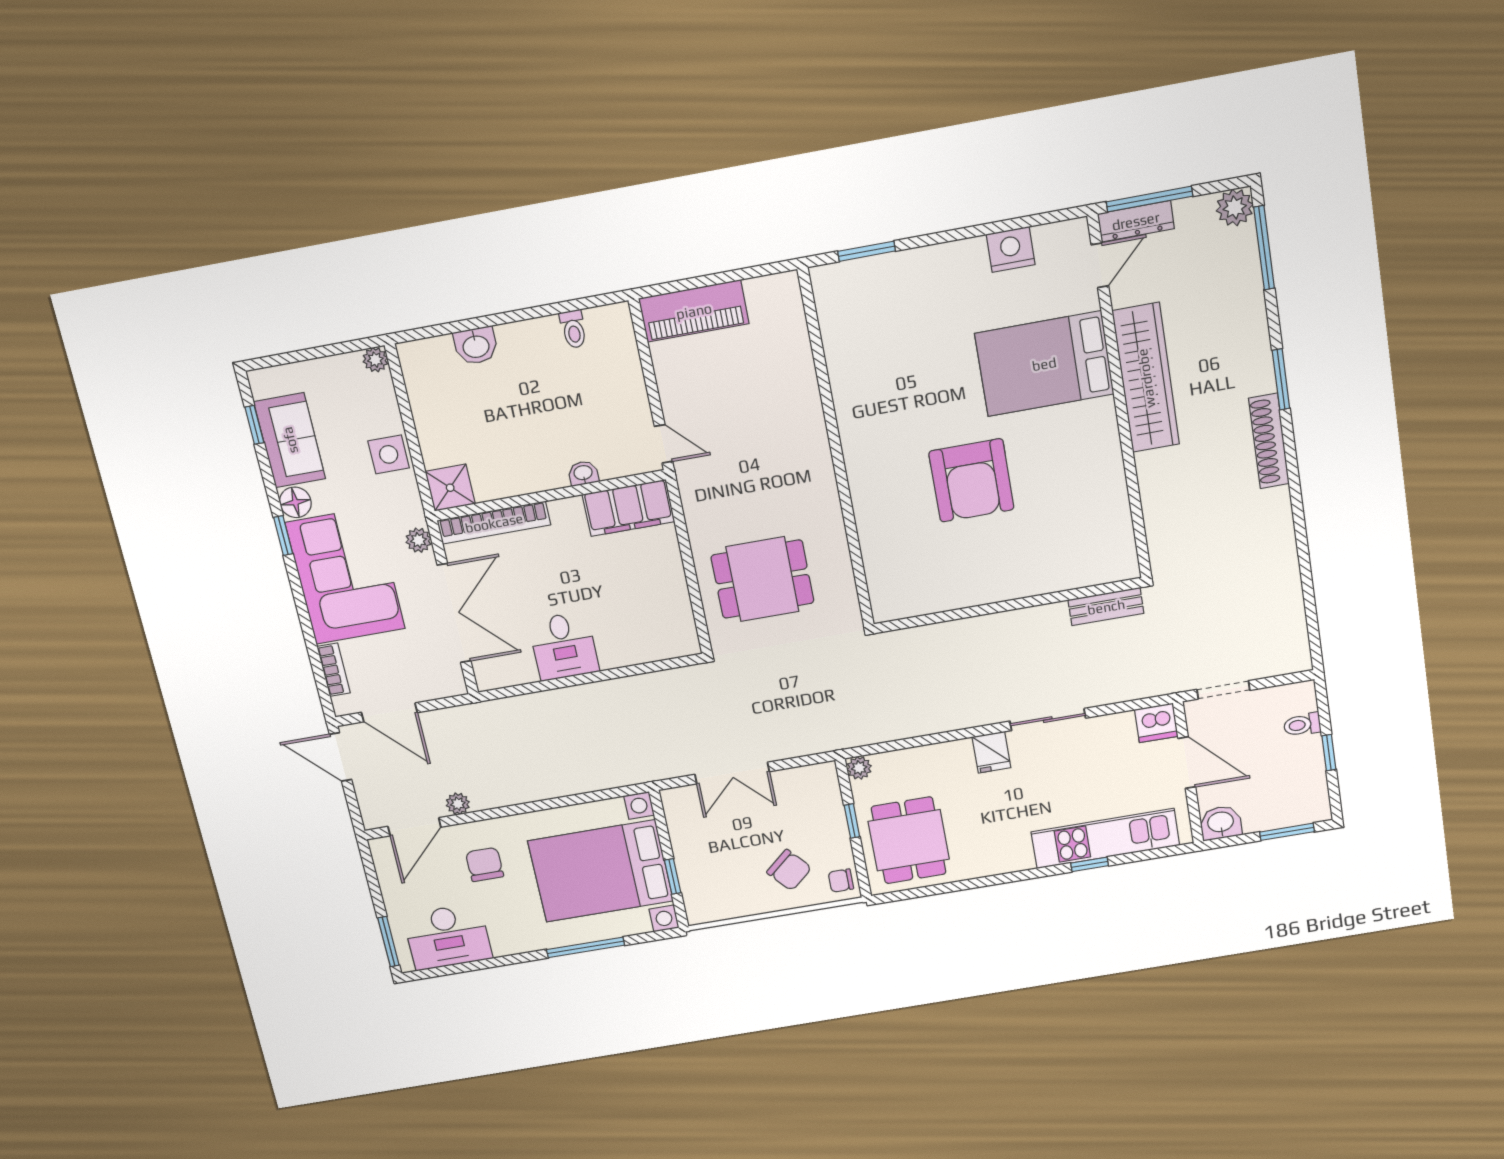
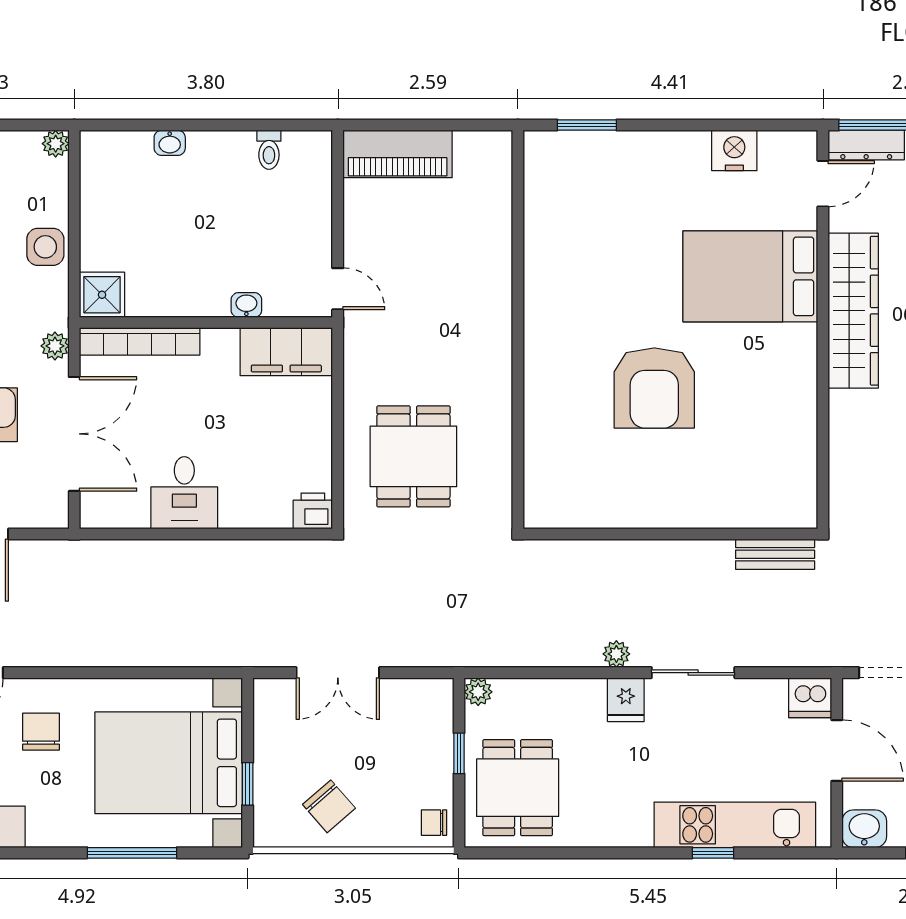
washbasin: (476, 346) -> (170, 143), width x0.72, depth x0.69
dining table: (762, 579) -> (413, 456), turned 90
printer: (682, 642) -> (313, 511), added
plant: (458, 804) -> (616, 654), moved
chair: (789, 870) -> (329, 806), moved

